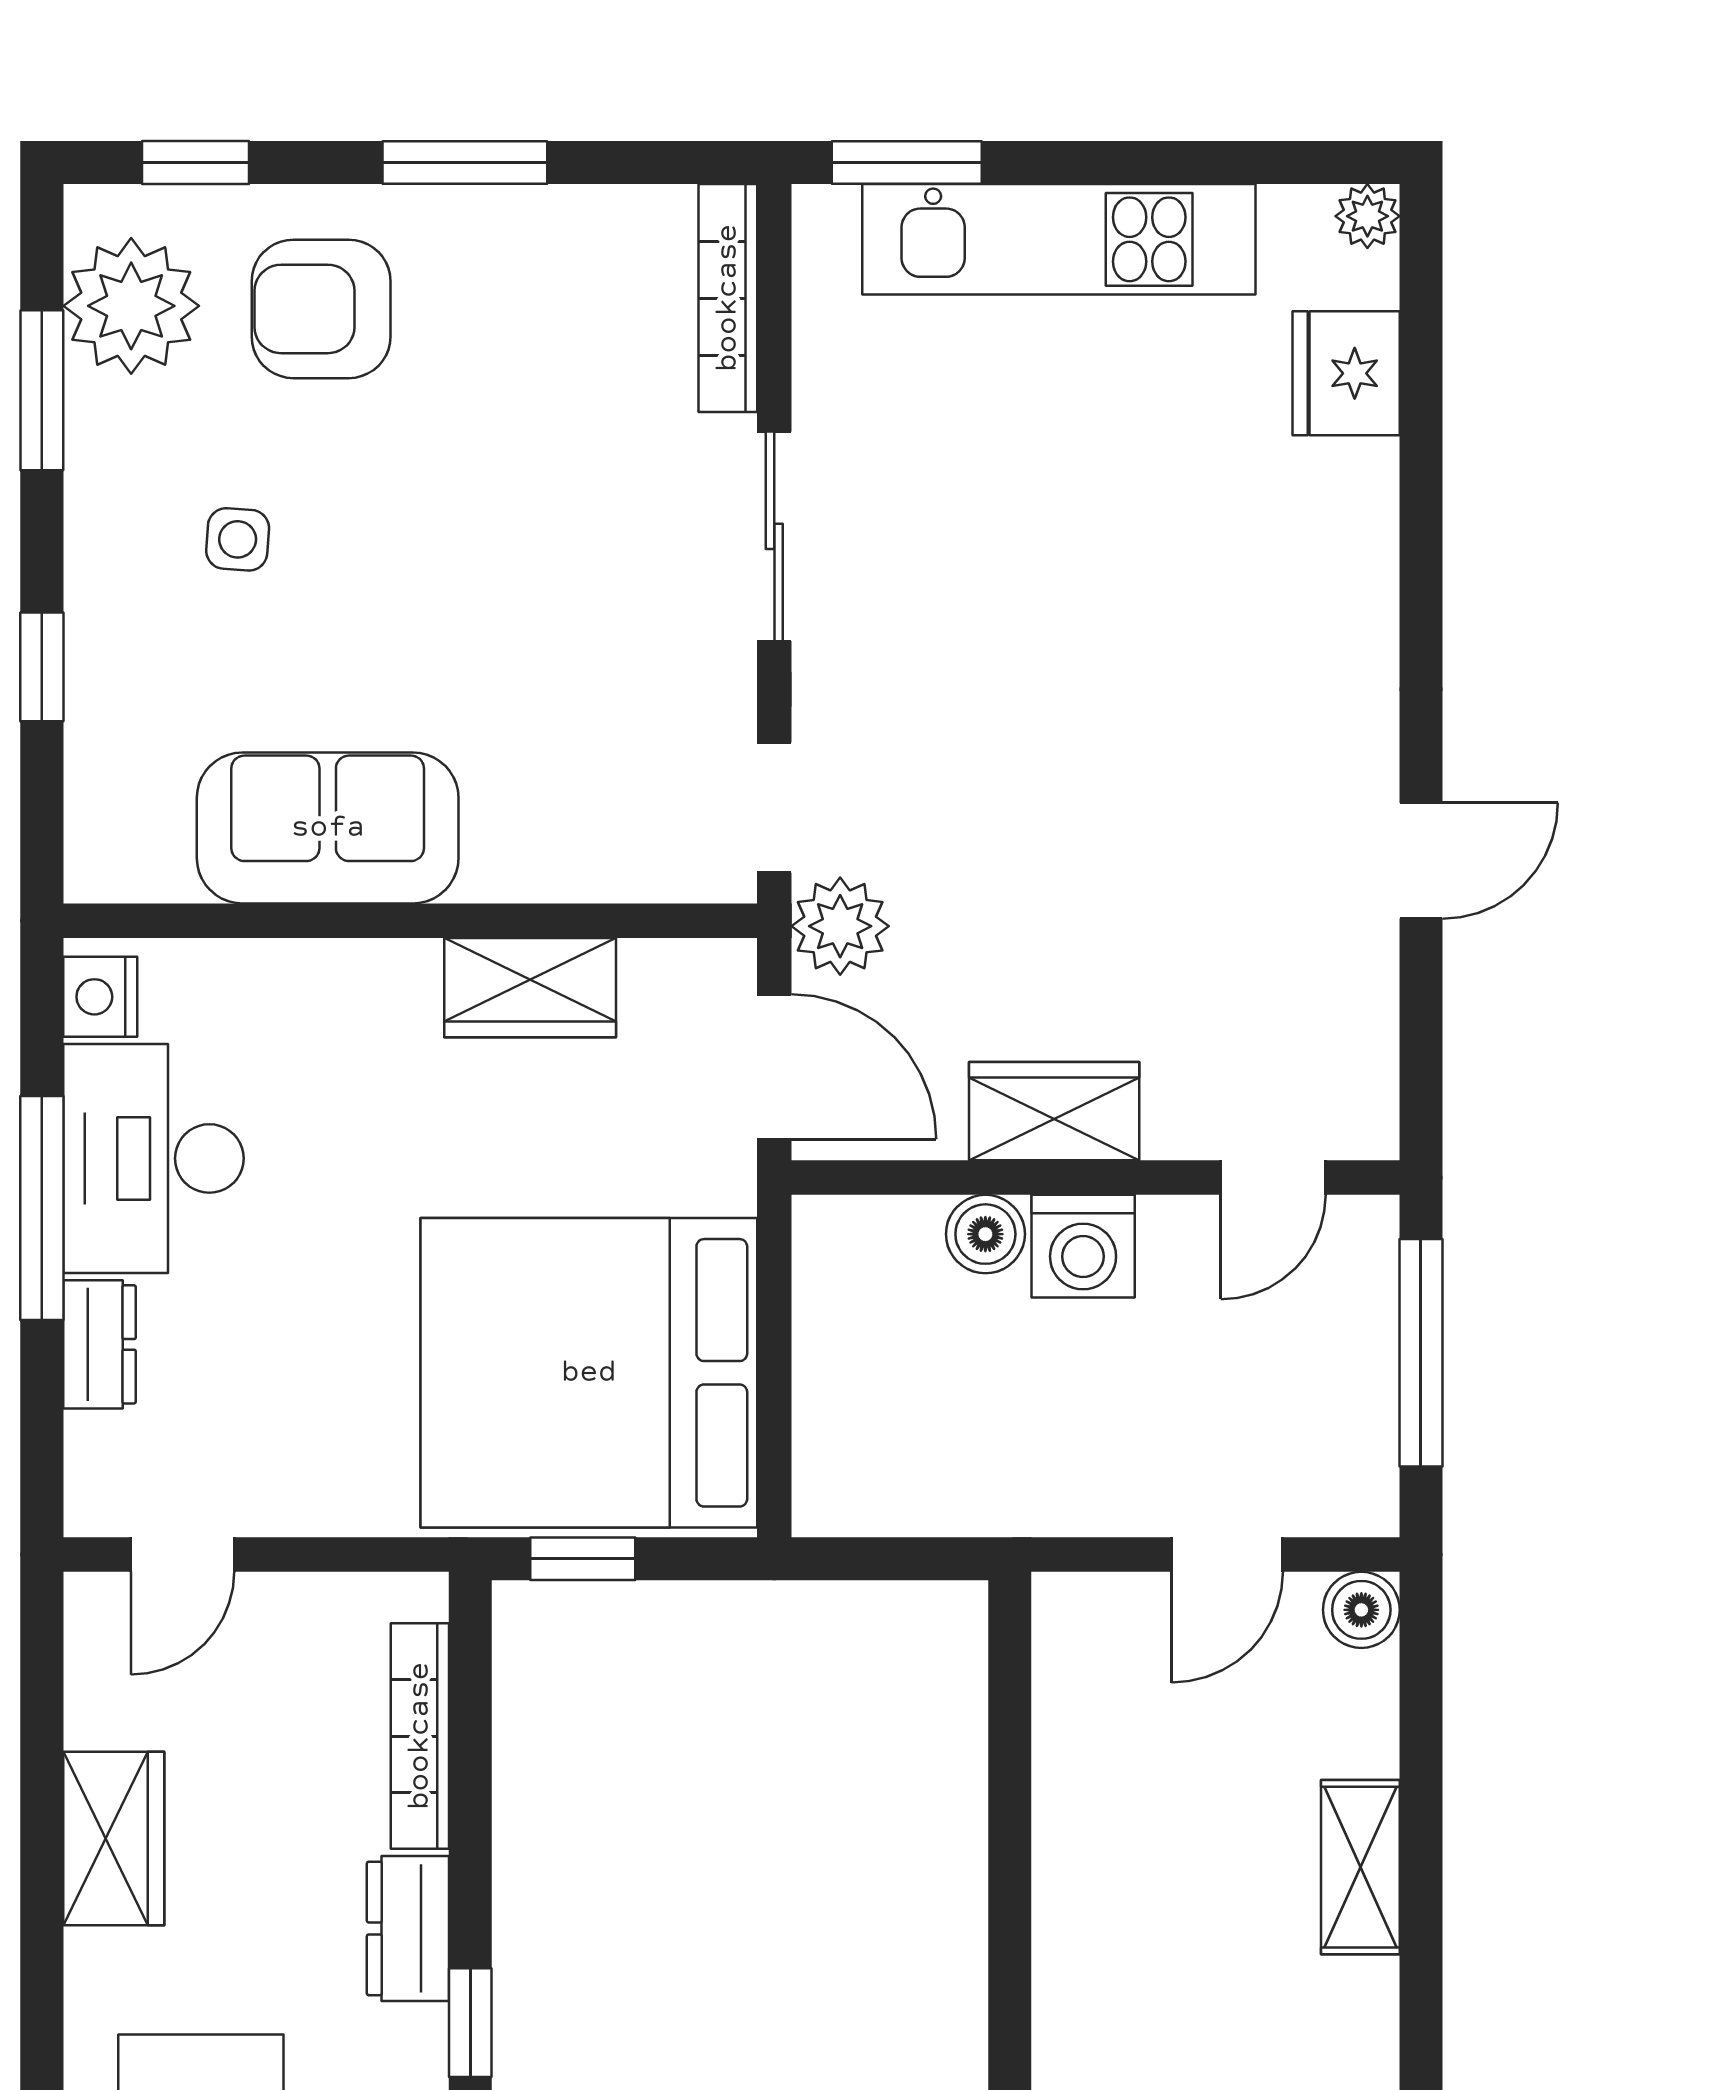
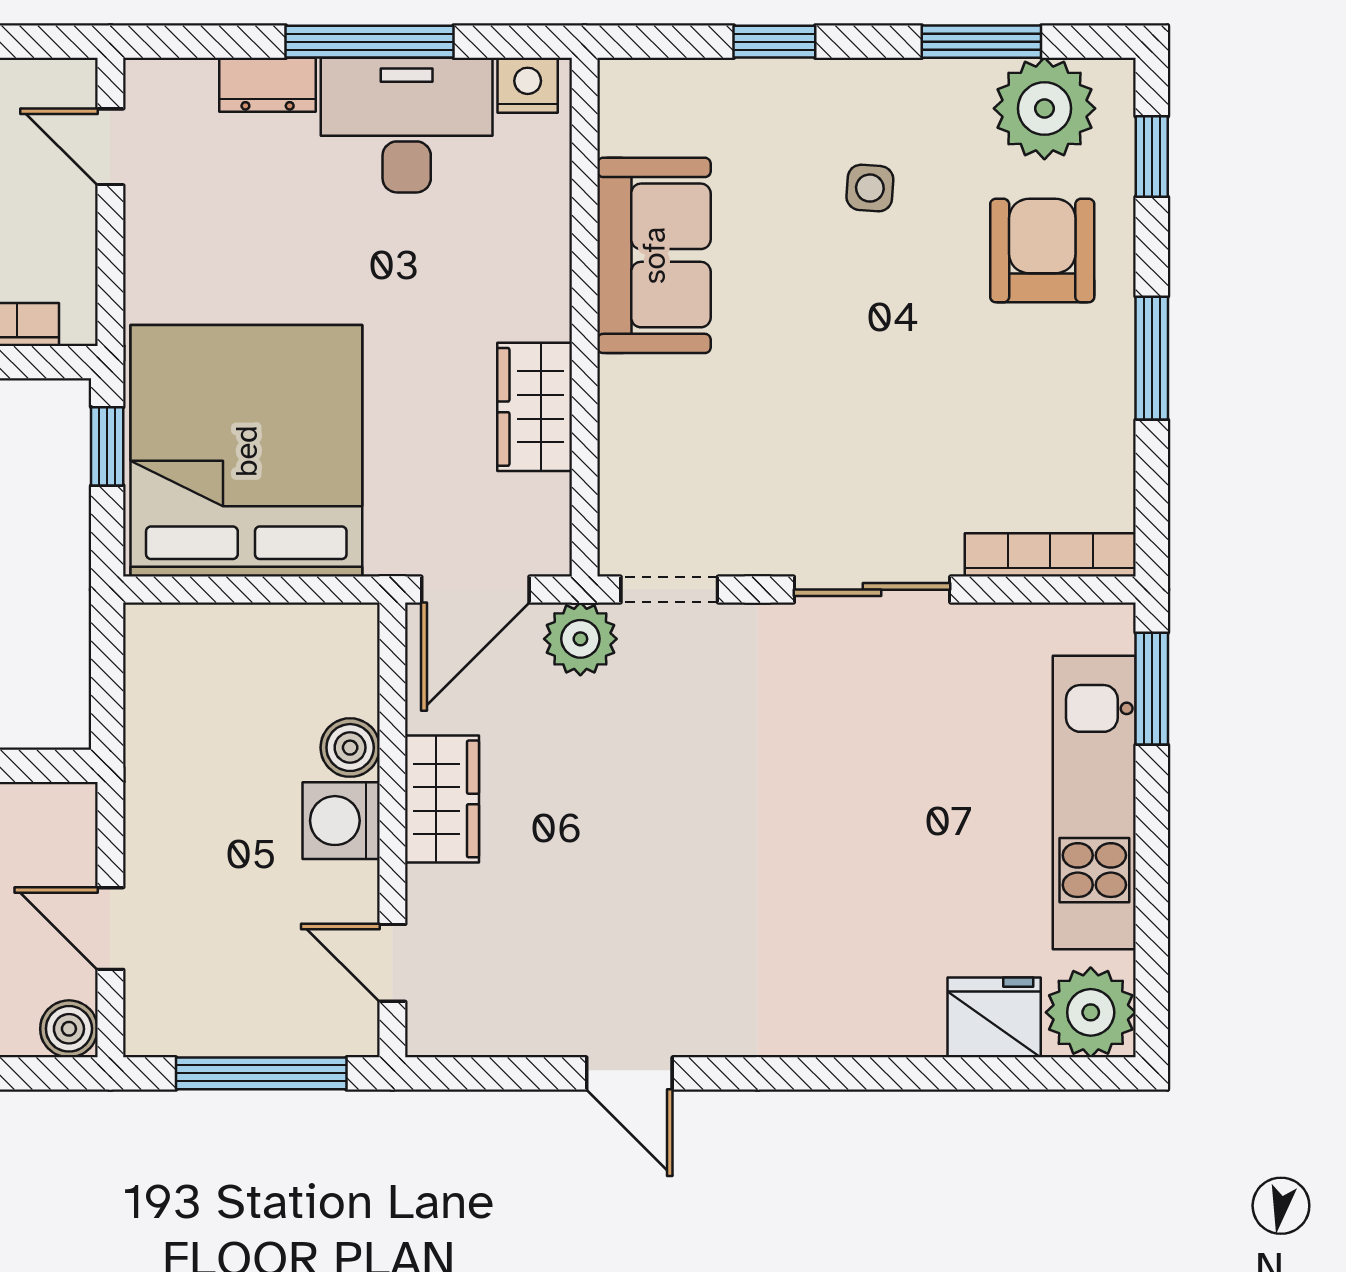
plant: (1367, 216) -> (1091, 1012), width x1.88, depth x1.88

